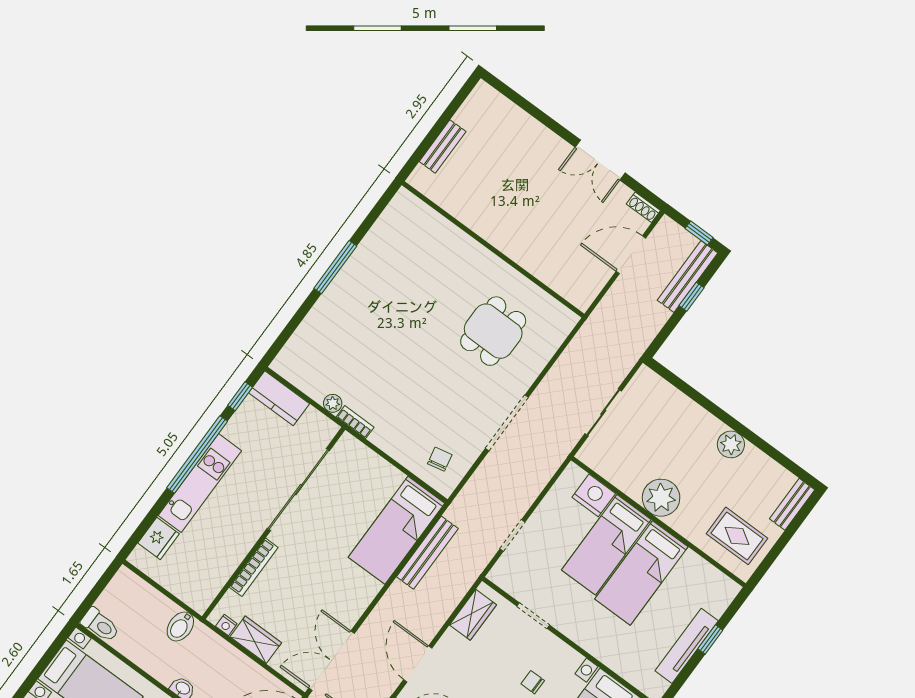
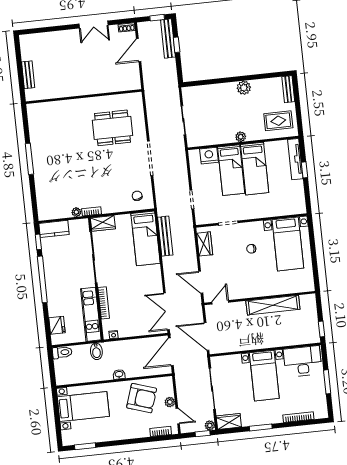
dining table: (493, 331) -> (113, 128), width x1.38
kitchen unit: (200, 483) -> (91, 314), moved, turned 180
plant: (661, 498) -> (241, 137), width x0.53, depth x0.53
toilet: (100, 625) -> (62, 352), moved
wardrobe: (256, 640) -> (103, 223), moved, turned 180
tv unit: (687, 646) -> (295, 159), moved

